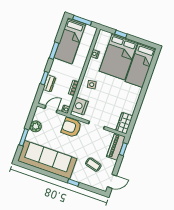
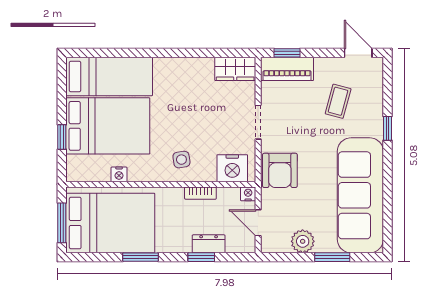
bed: (70, 41) -> (110, 223), width x1.50

